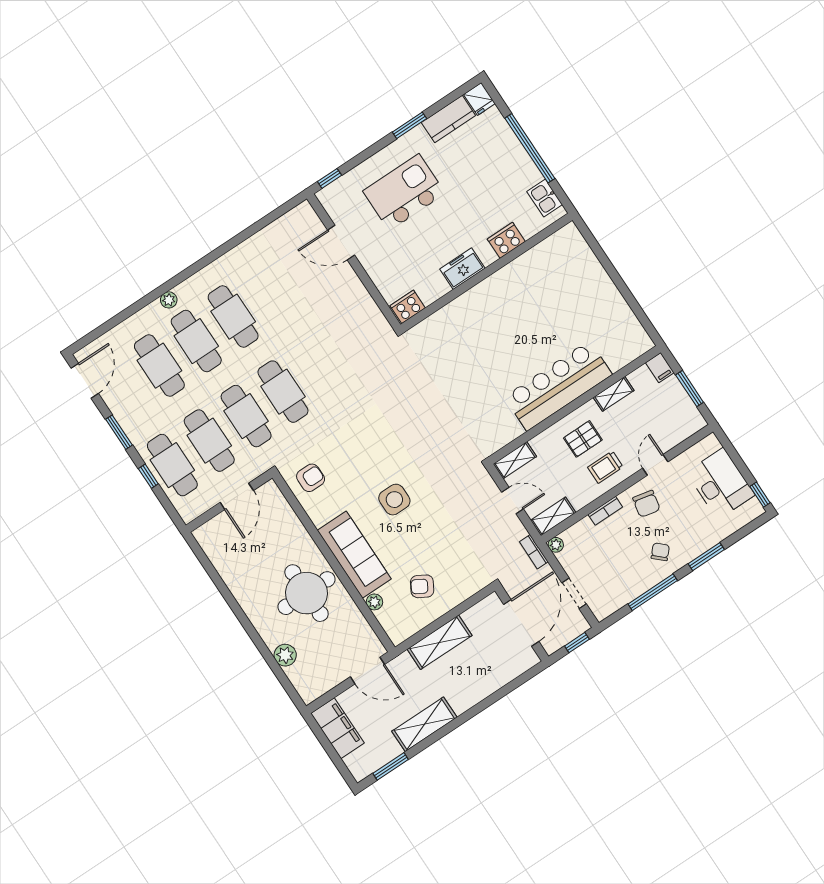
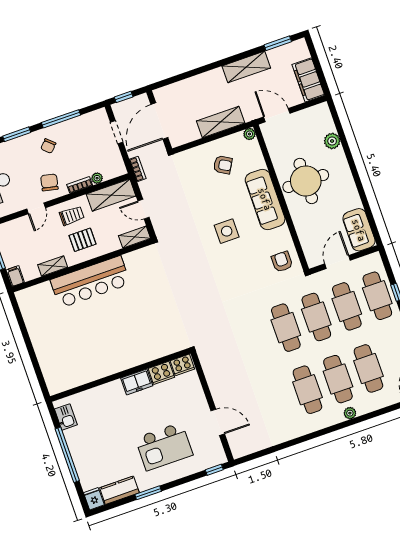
cooker: (506, 240) -> (161, 373), moved
armchair: (311, 478) -> (282, 262), turned 90
shelving: (553, 516) -> (111, 195), width x1.50, depth x1.33
plant: (556, 545) -> (97, 178), moved
sofa: (219, 546) -> (359, 230), added
plant: (374, 602) -> (249, 134), moved

